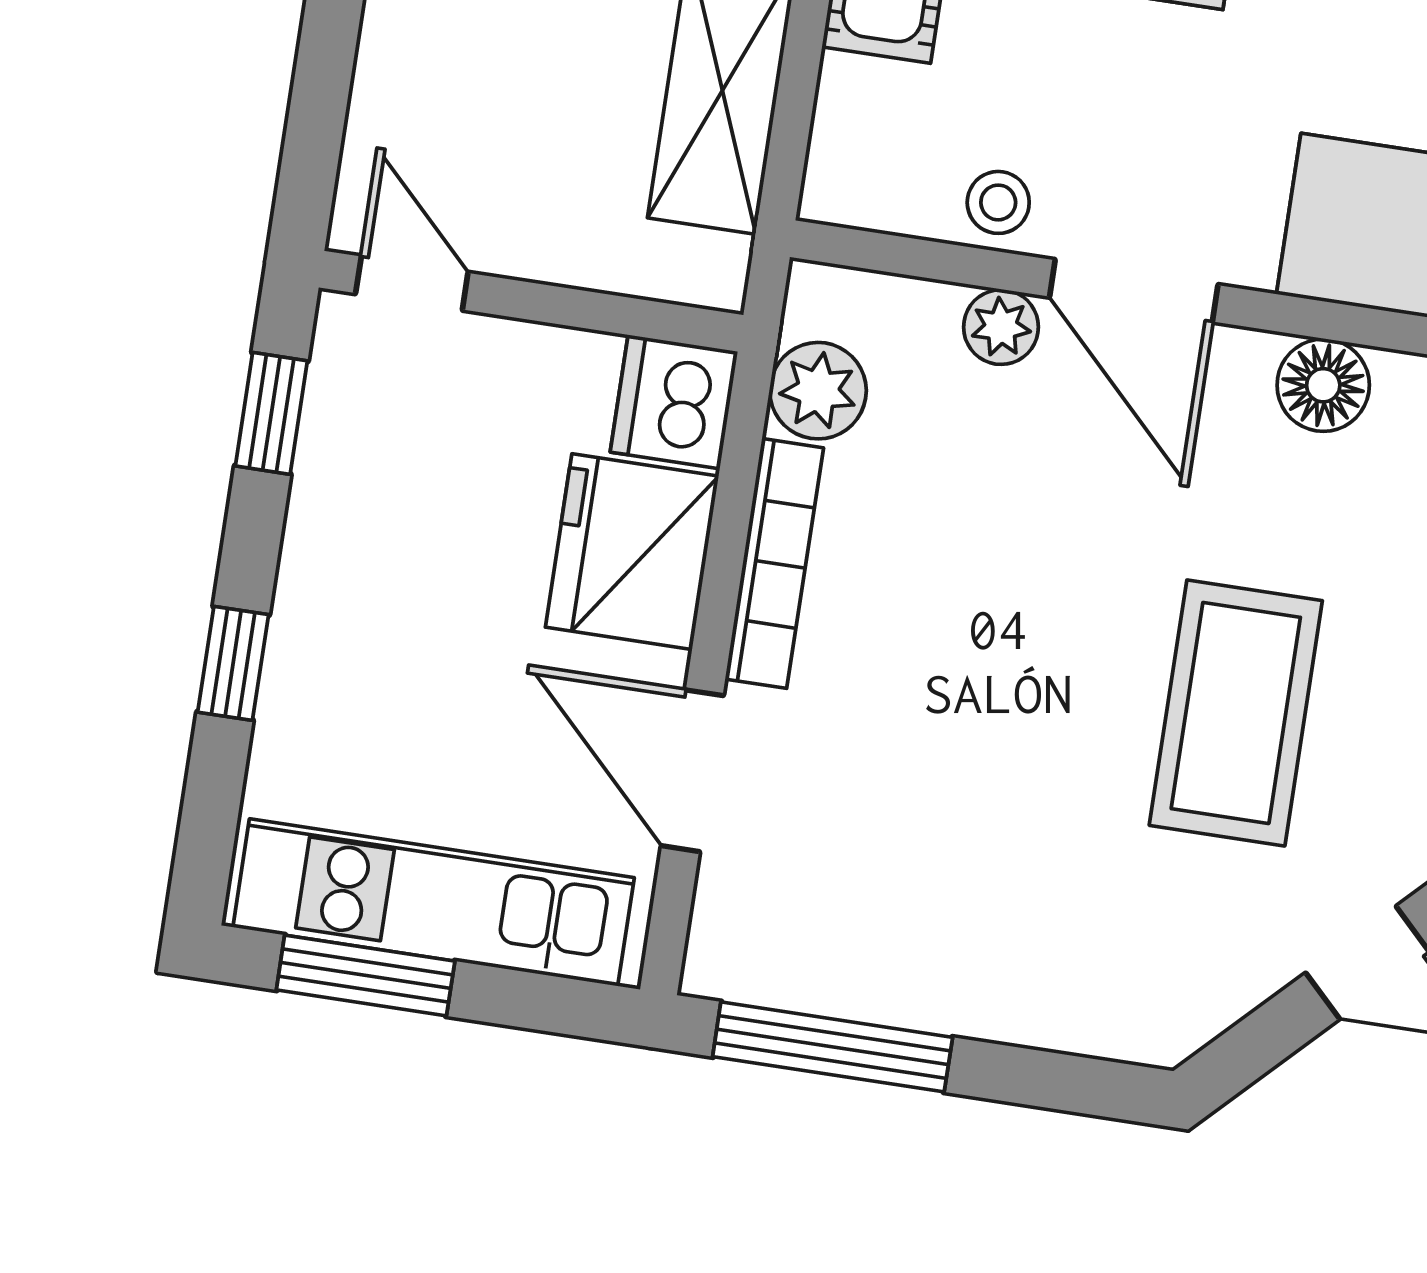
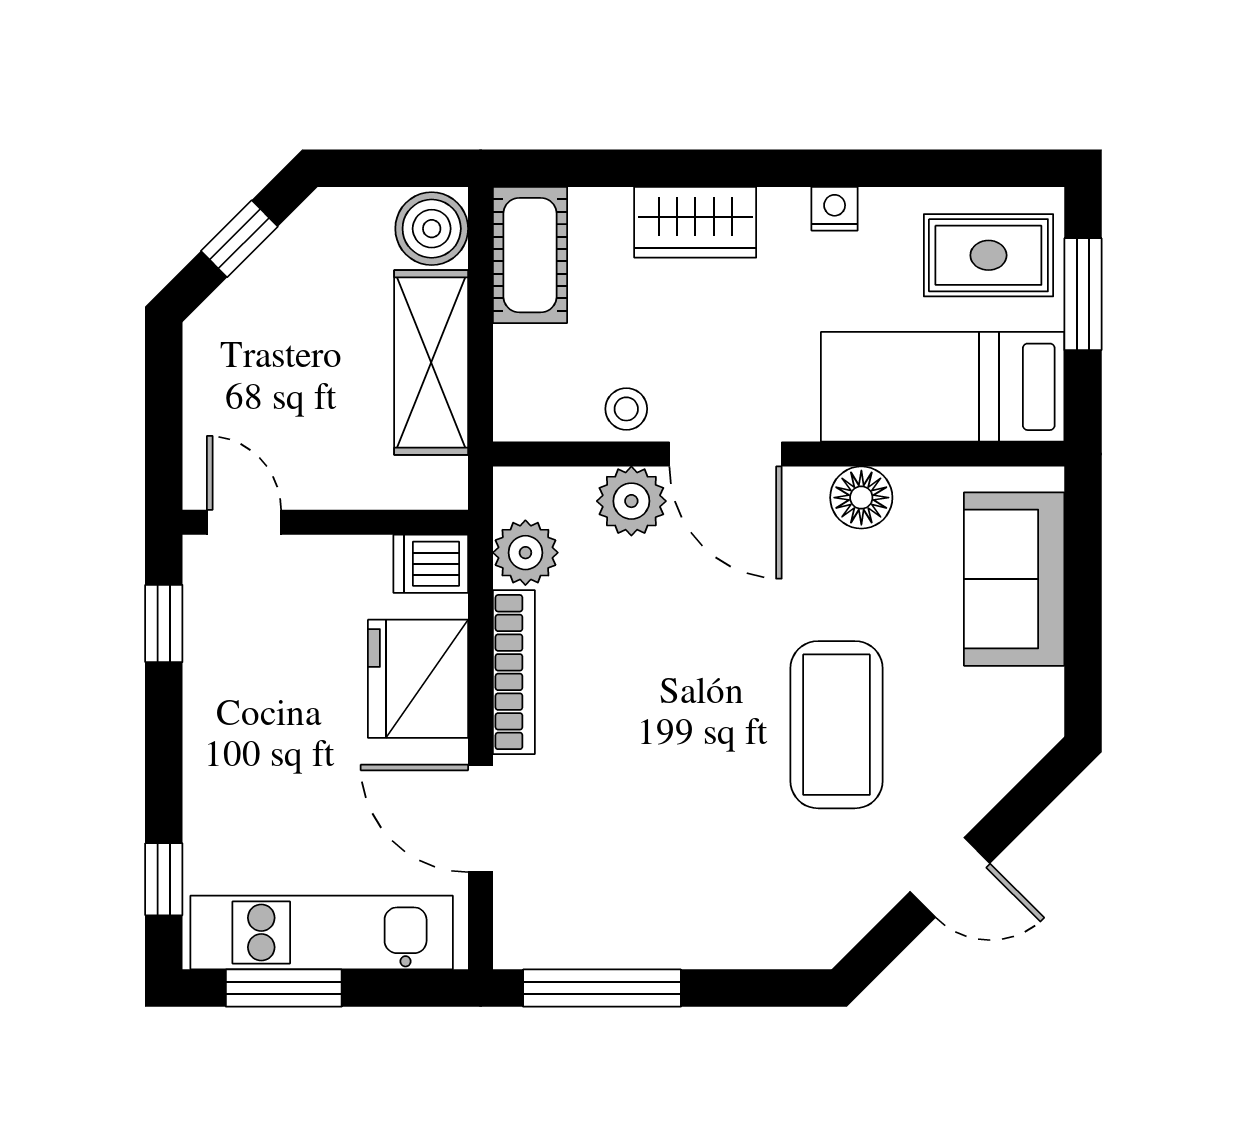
plant: (1001, 327) -> (631, 501), width x1.38, depth x1.38
dishwasher: (674, 402) -> (431, 564), width x0.73
window: (233, 663) -> (164, 879), moved

